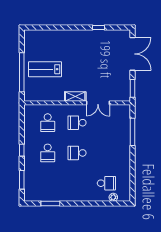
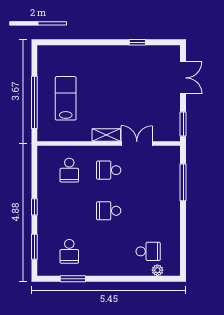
double door: (132, 54) -> (183, 78), width x0.73
lab bench: (45, 69) -> (66, 98), turned 90
double door: (98, 103) -> (137, 144), swing flipped
school desk: (48, 153) -> (69, 251), moved

